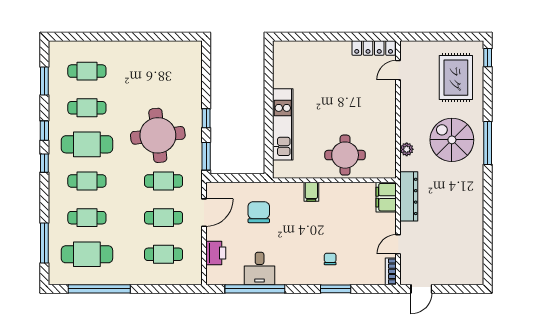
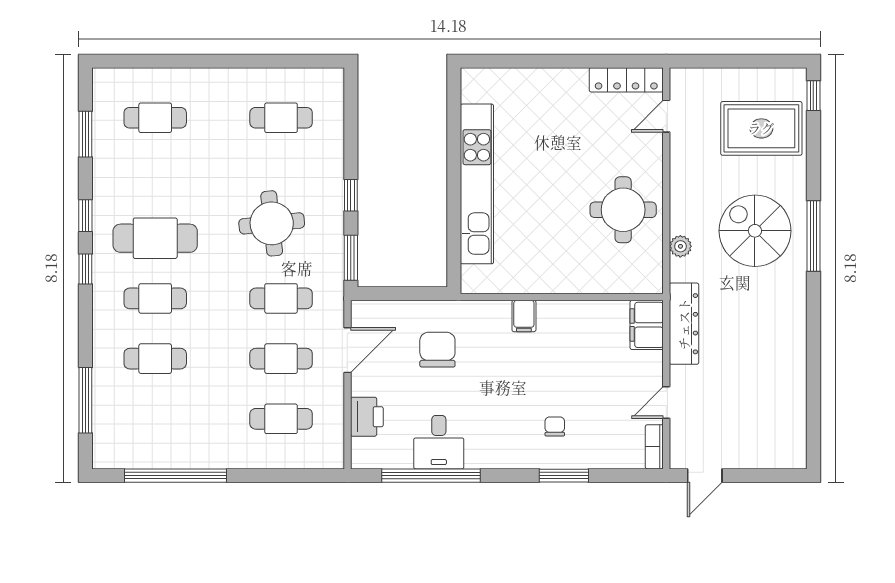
rug: (456, 78) -> (761, 128), turned 90
cafe table: (87, 108) -> (281, 118), moved
kitchen unit: (283, 124) -> (477, 184), width x1.36
round table: (158, 135) -> (272, 223), width x0.73, depth x0.73
round table: (345, 155) -> (623, 210), moved
cafe table: (87, 254) -> (155, 419), removed

